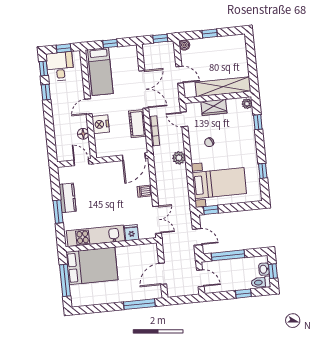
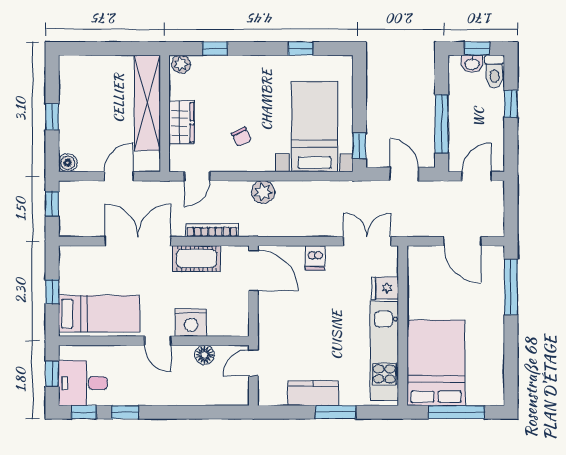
door: (197, 237) -> (404, 174), hinge flipped

